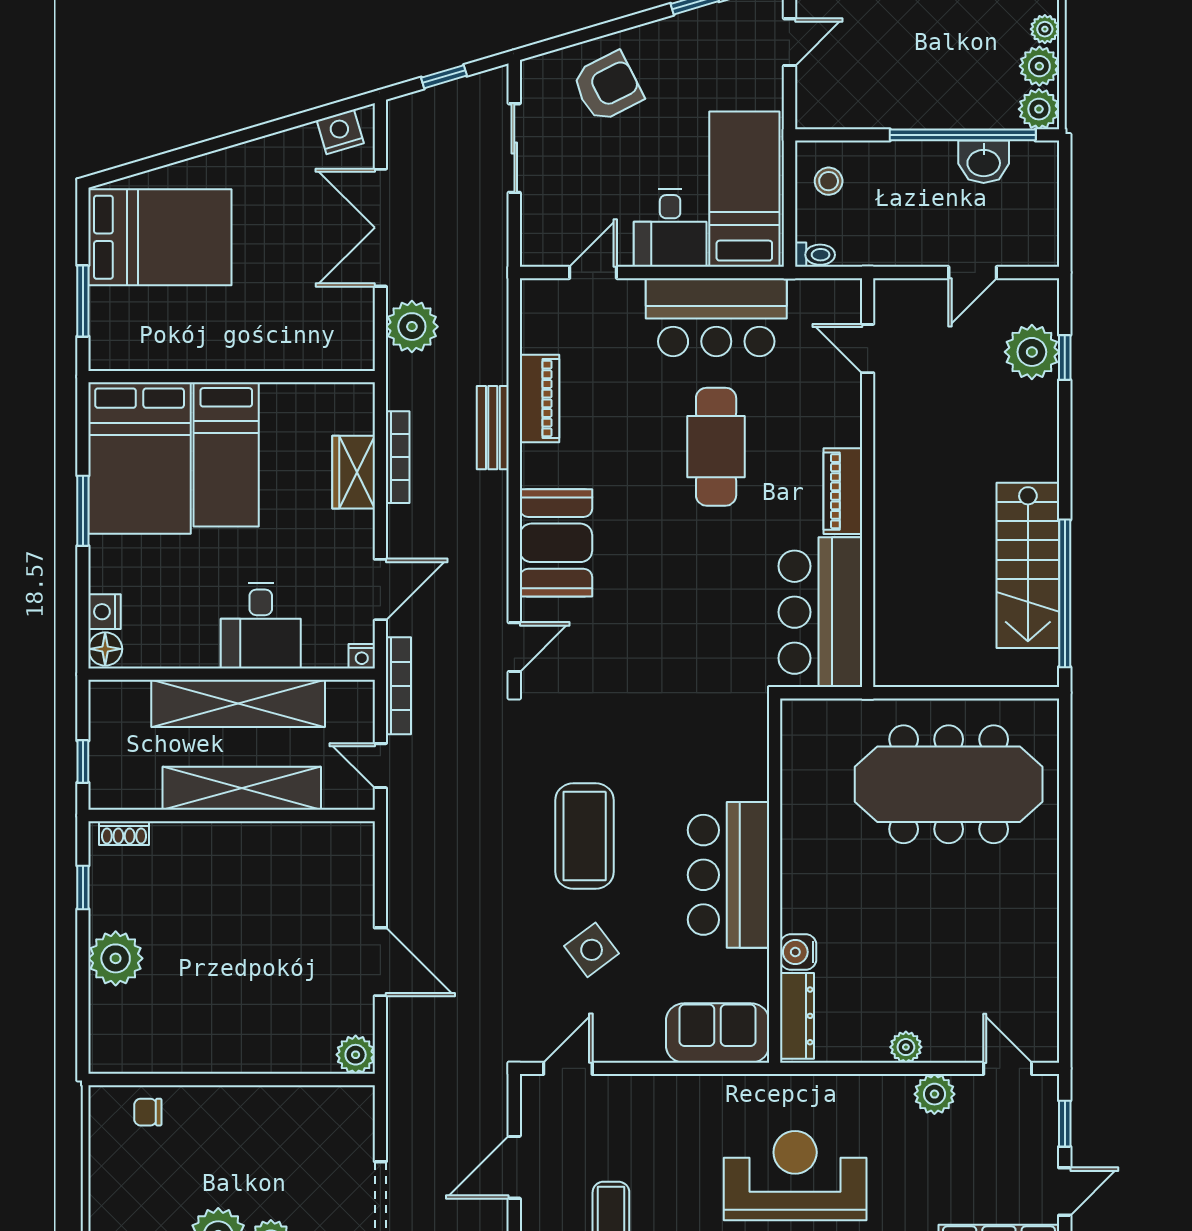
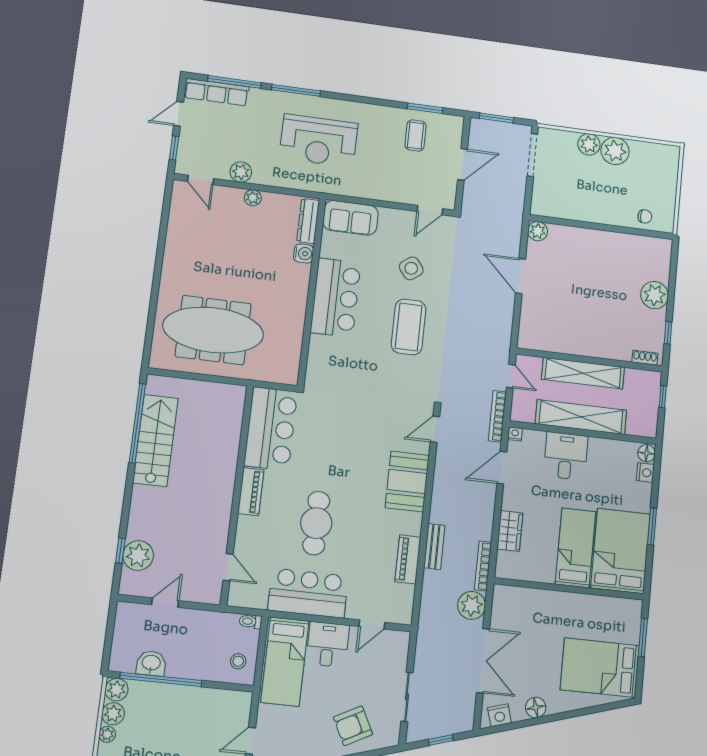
floor lamp: (274, 152) -> (536, 707), added
bookcase: (398, 457) -> (483, 566), moved

